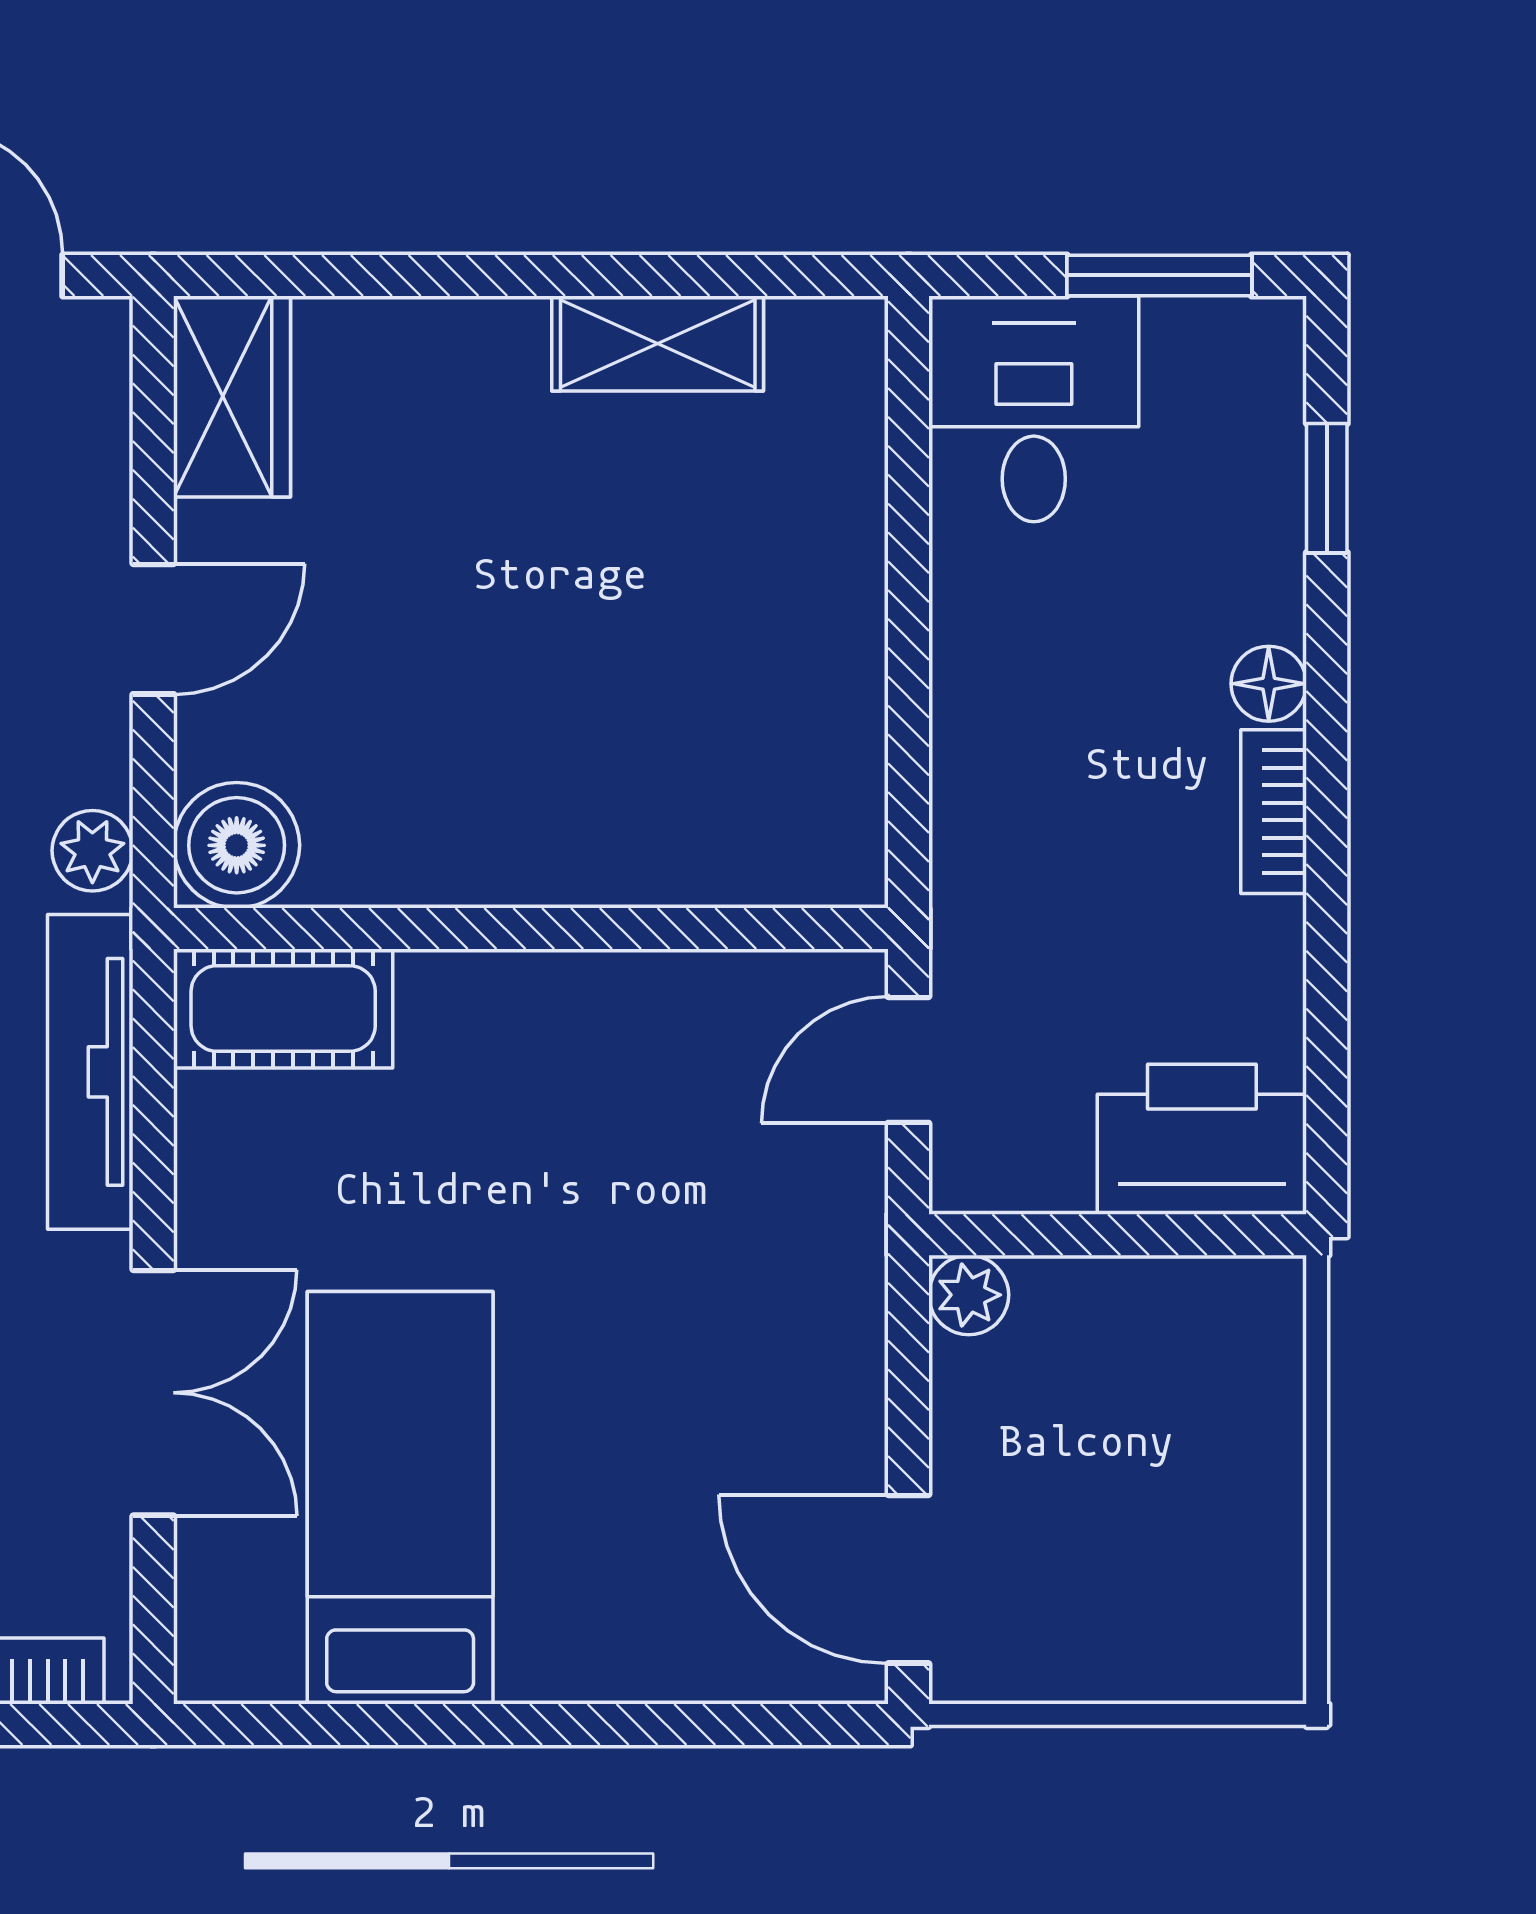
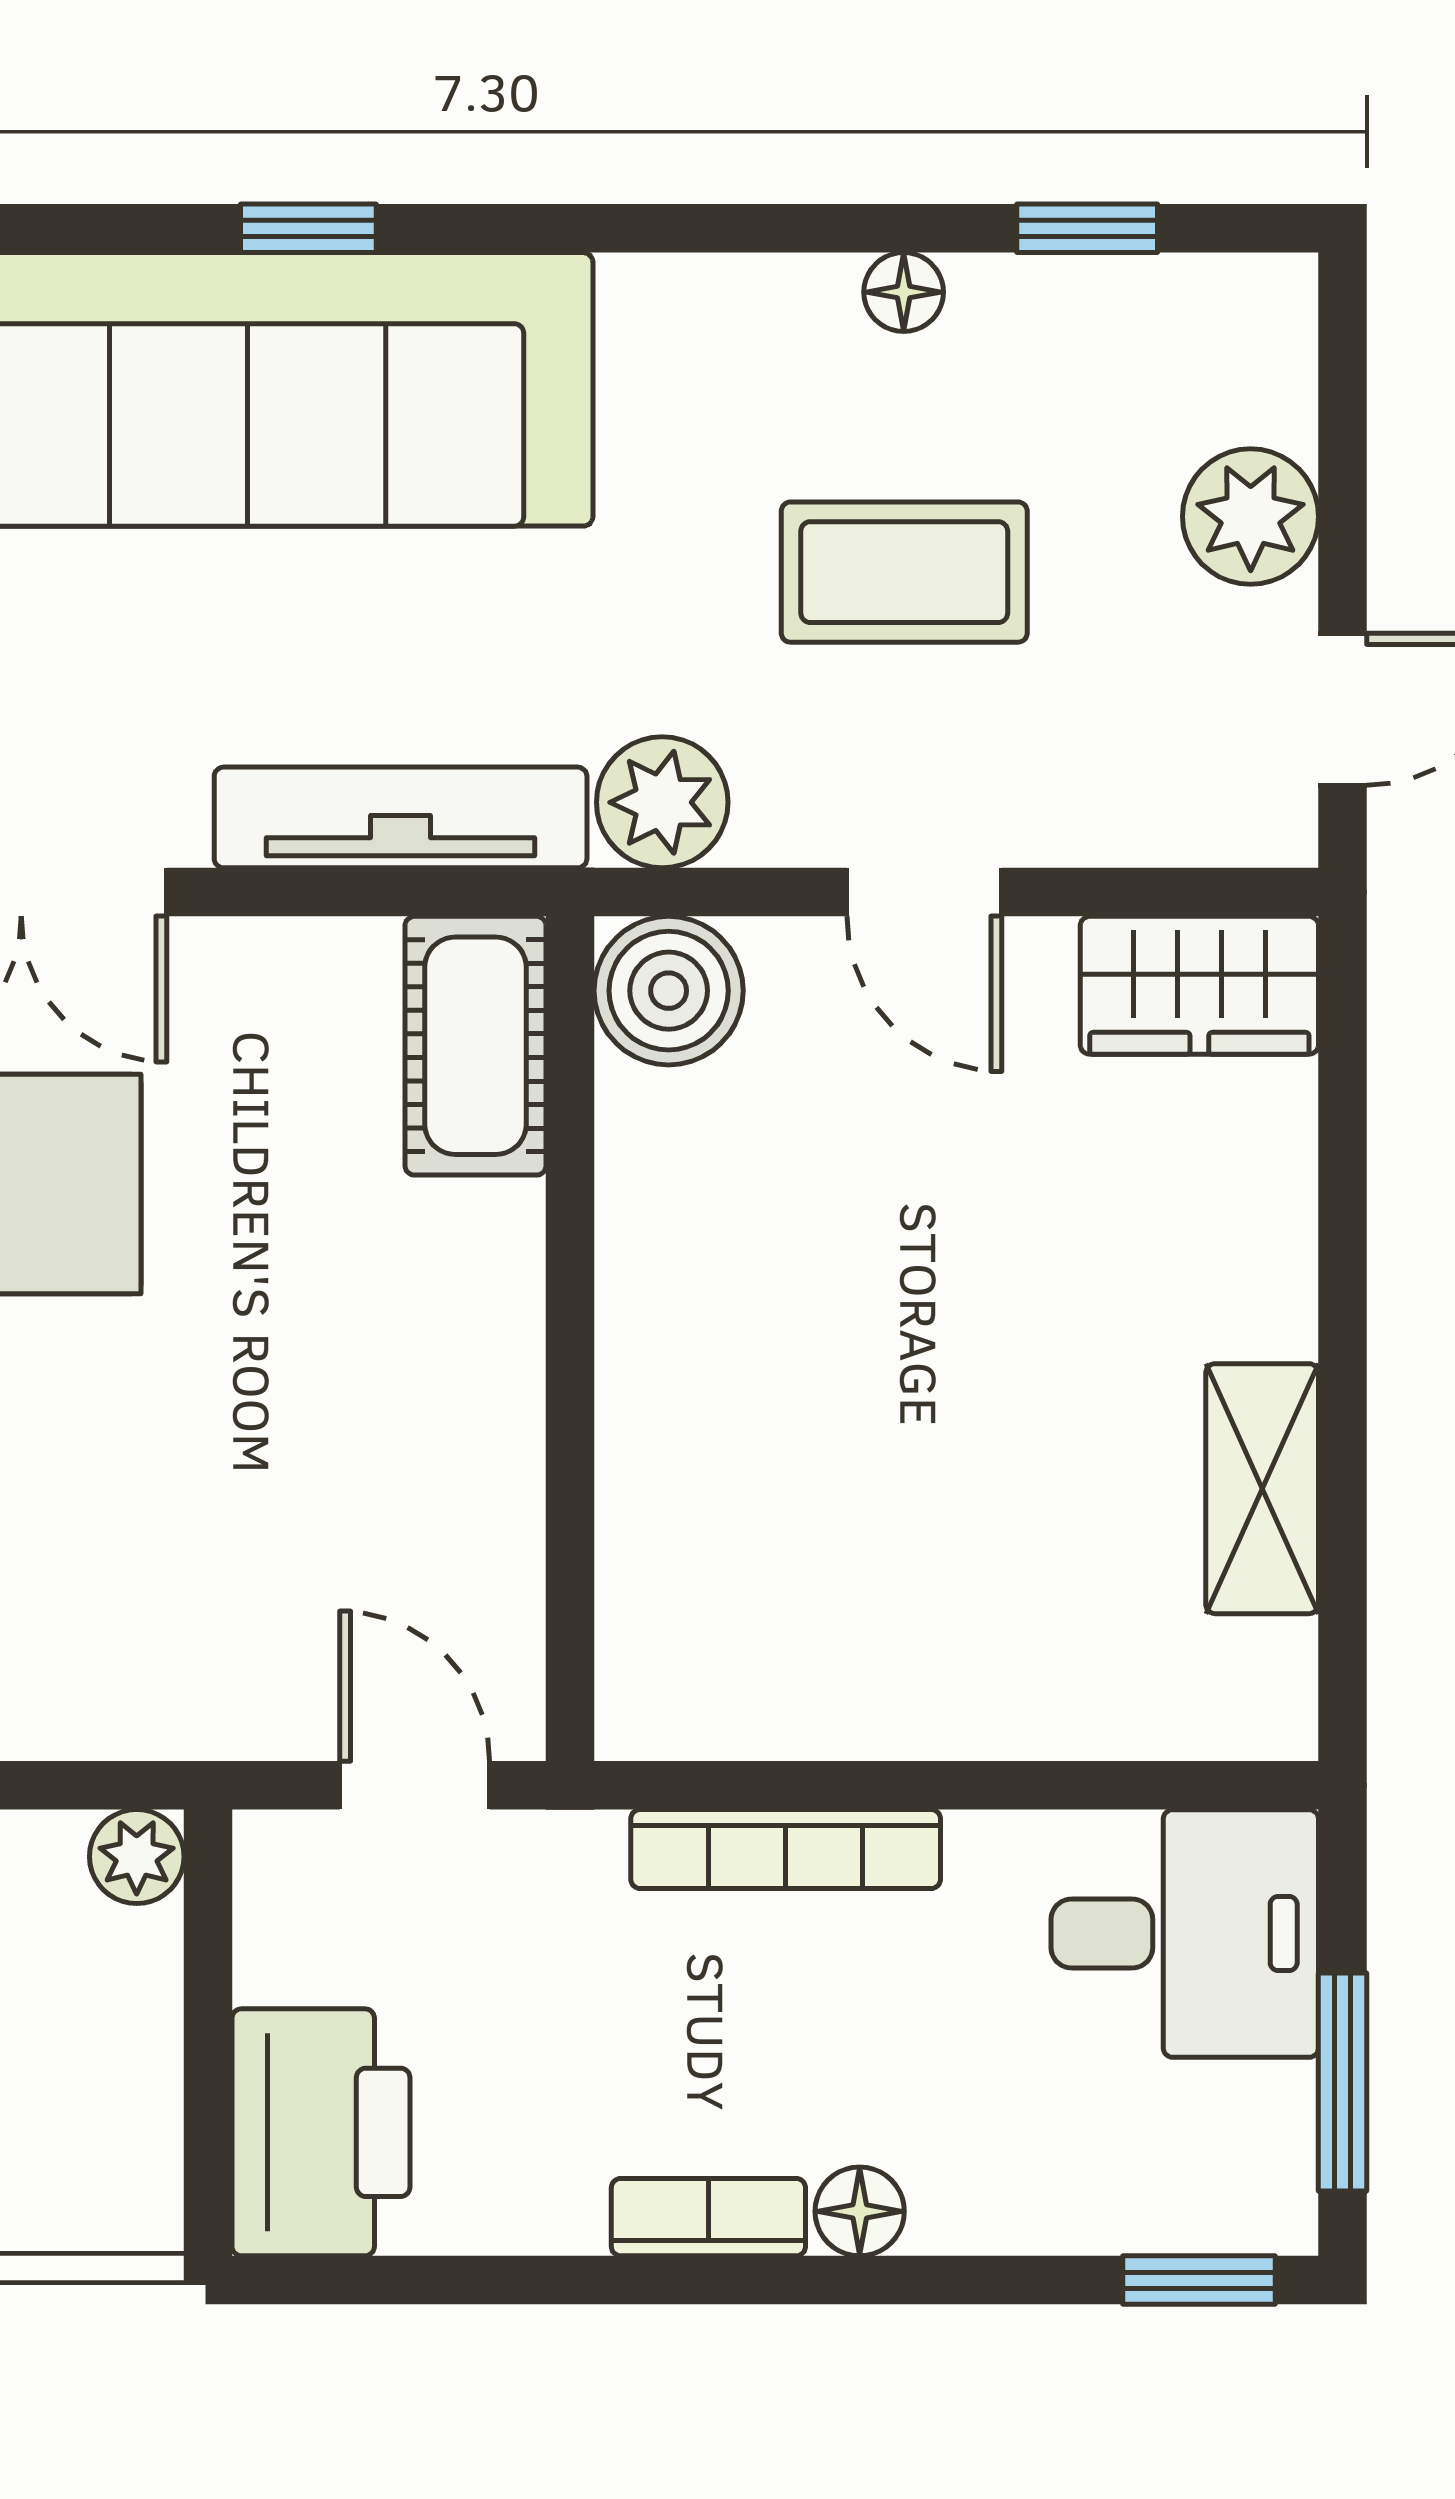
window: (1327, 488) -> (1199, 2280), moved
bookcase: (962, 746) -> (786, 1849), added
plant: (92, 851) -> (662, 802), width x1.38, depth x1.38

